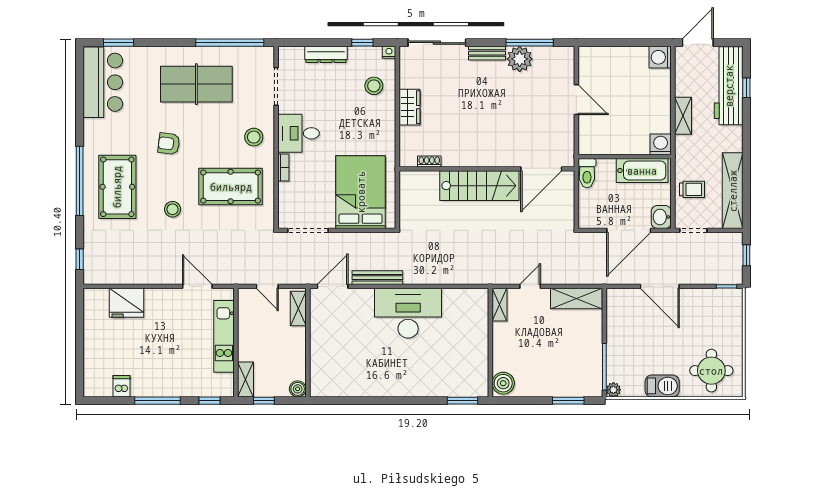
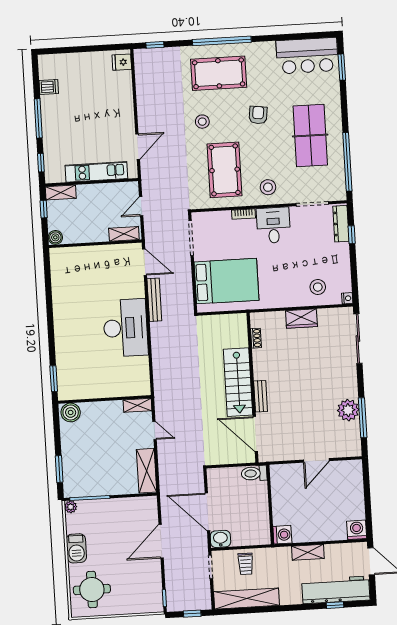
window: (362, 43) -> (352, 235), moved
bench: (487, 53) -> (261, 396), moved
dresser: (326, 54) -> (341, 224), moved
bathtub: (642, 171) -> (259, 520), removed
fridge: (126, 303) -> (122, 62), moved, width x0.53, depth x0.75

